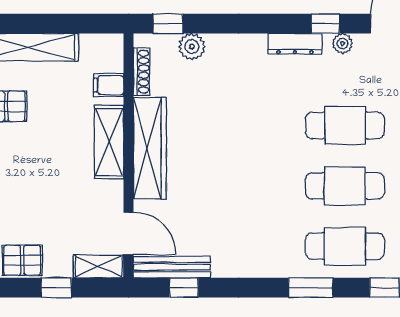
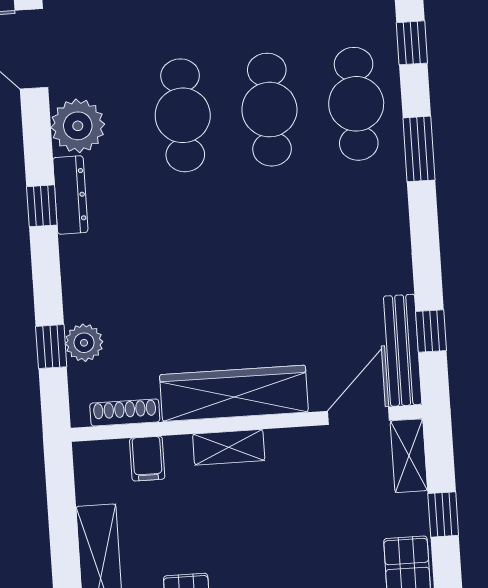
window: (168, 24) -> (51, 347), moved
window: (326, 24) -> (42, 206), moved
plant: (342, 43) -> (78, 126), width x1.87, depth x1.87
shelving: (109, 142) -> (229, 447), width x0.67, depth x0.75

